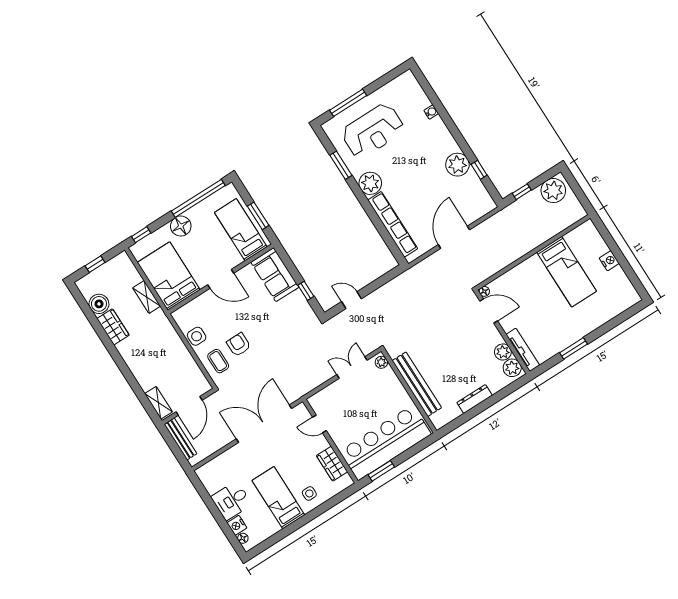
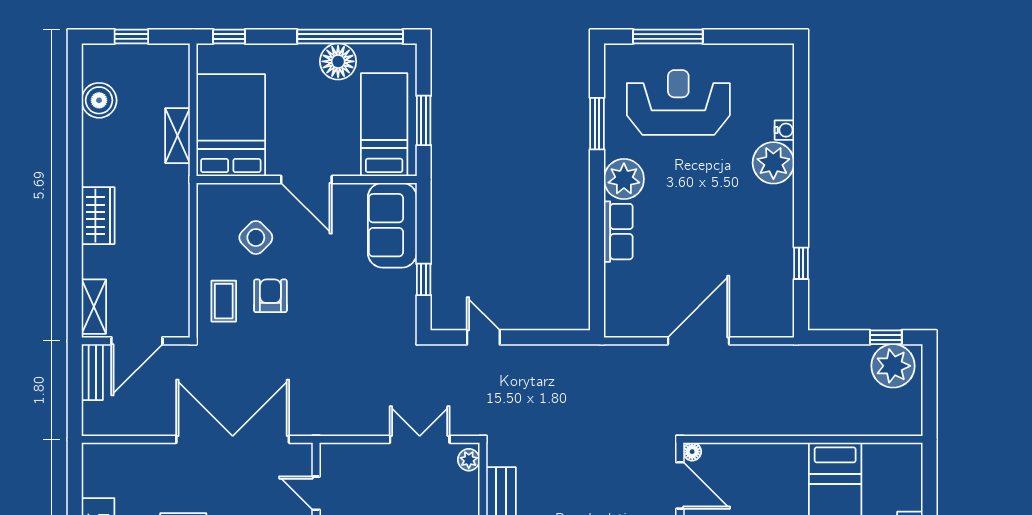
reception desk: (373, 131) -> (678, 102), turned 180
plant: (457, 165) -> (773, 163), moved
window: (522, 192) -> (886, 337), moved
row of seats: (393, 224) -> (618, 232), width x0.50
floor lamp: (181, 226) -> (338, 61), moved
wardrobe: (113, 327) -> (98, 216), moved
side table: (197, 336) -> (256, 238), moved, turned 45
bench: (181, 439) -> (92, 372), width x0.73

